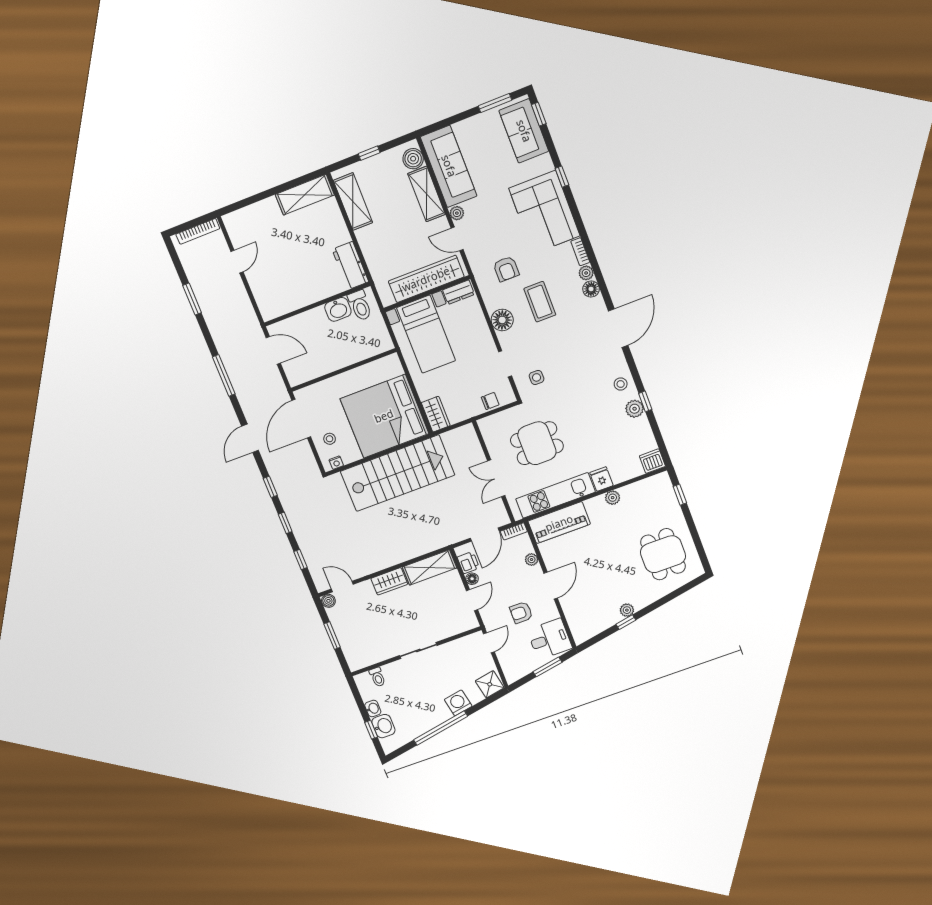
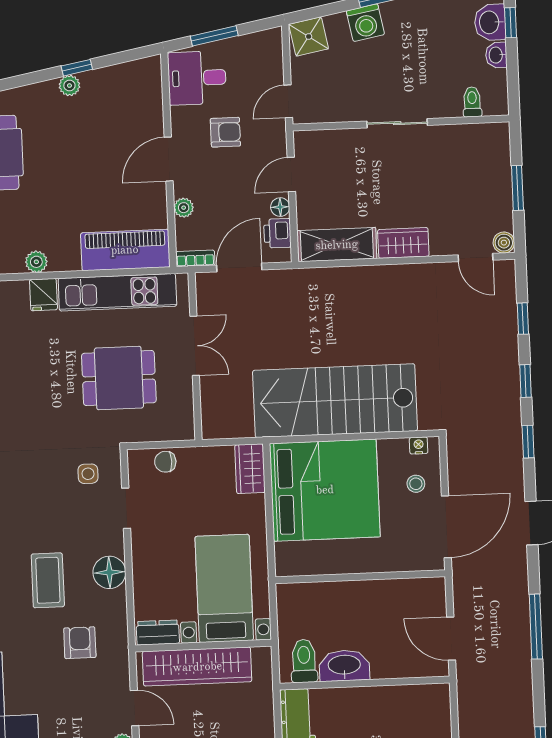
washbasin: (338, 309) -> (344, 666), width x1.38

